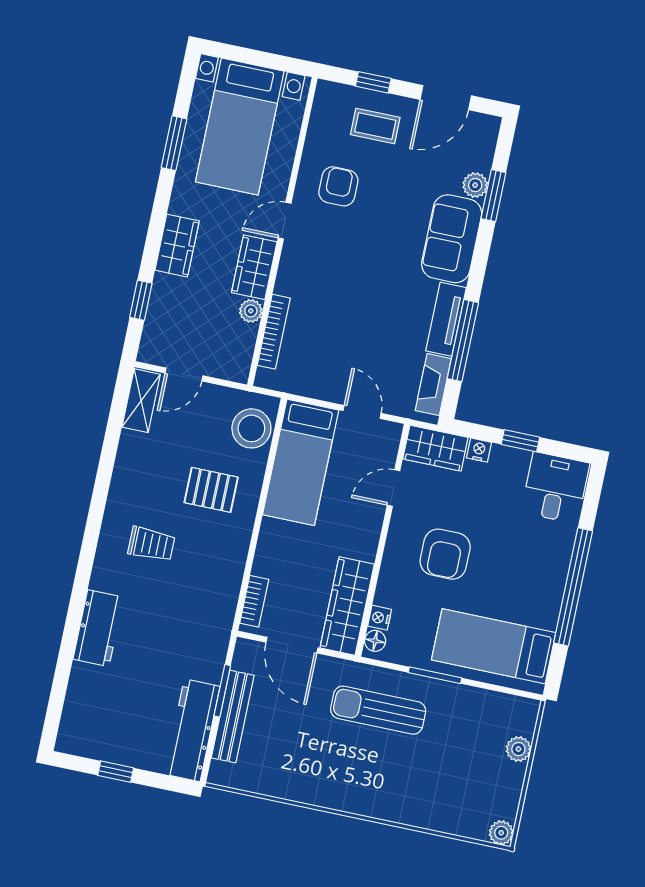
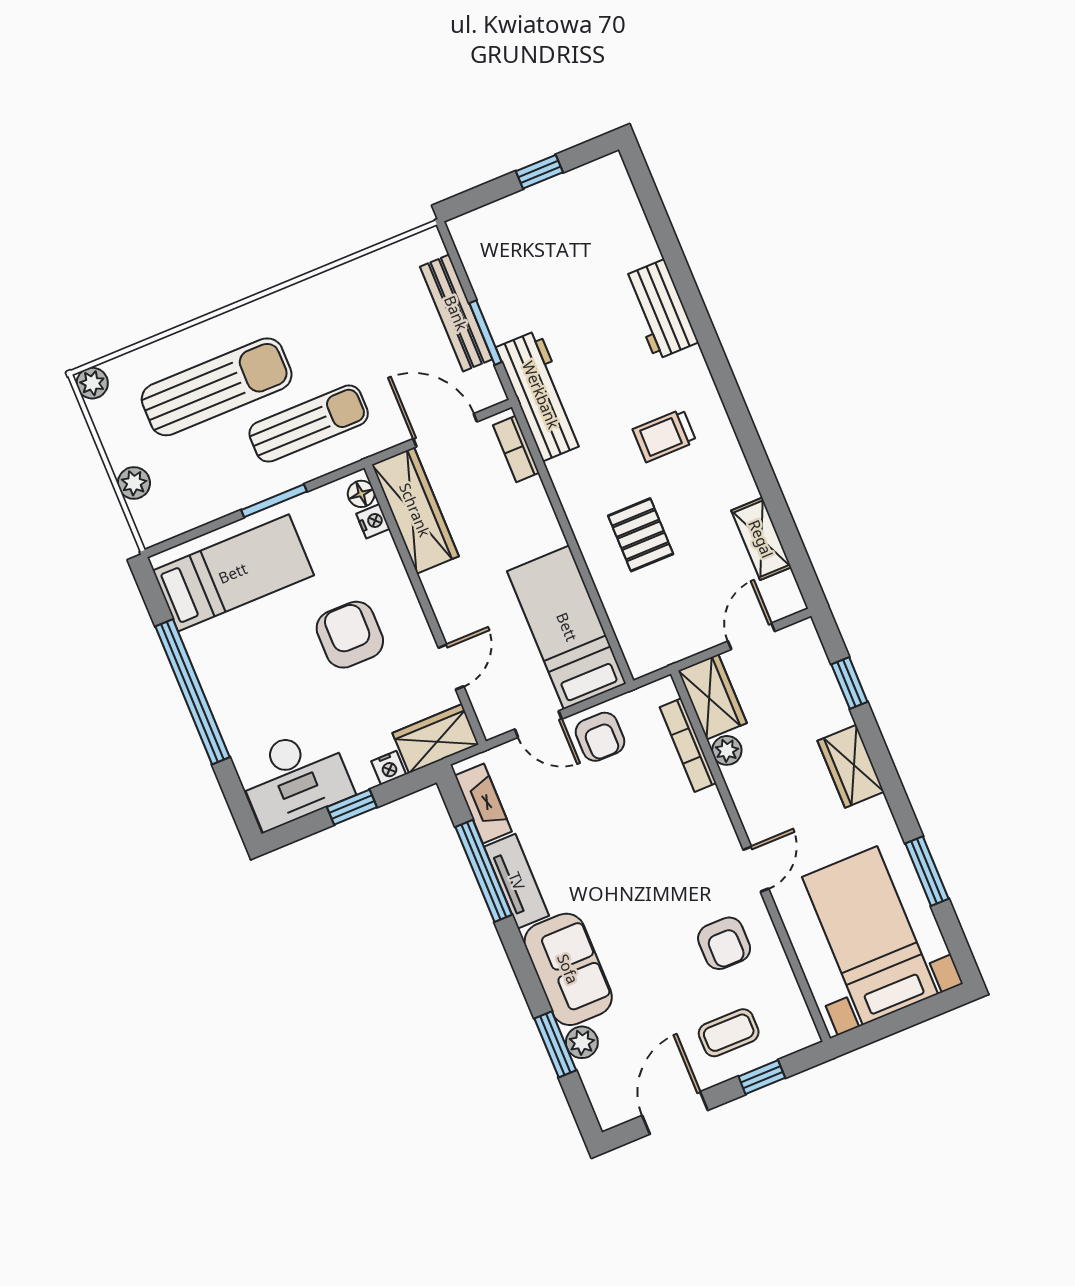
wardrobe: (254, 267) -> (712, 697), moved
armchair: (327, 376) -> (600, 737), added
shelving: (141, 401) -> (761, 539), moved
stool: (251, 428) -> (642, 628), removed
desk: (555, 488) -> (295, 778), width x1.37
pallet: (211, 490) -> (641, 535), turned 90
workbench: (192, 730) -> (541, 395), moved
sun lounger: (422, 775) -> (217, 387), added

